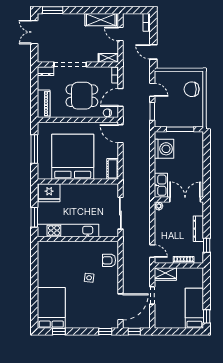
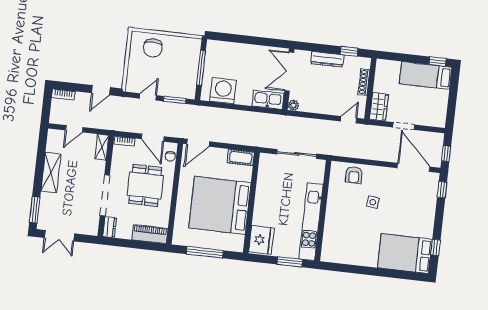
shelving: (101, 20) -> (51, 173), moved

